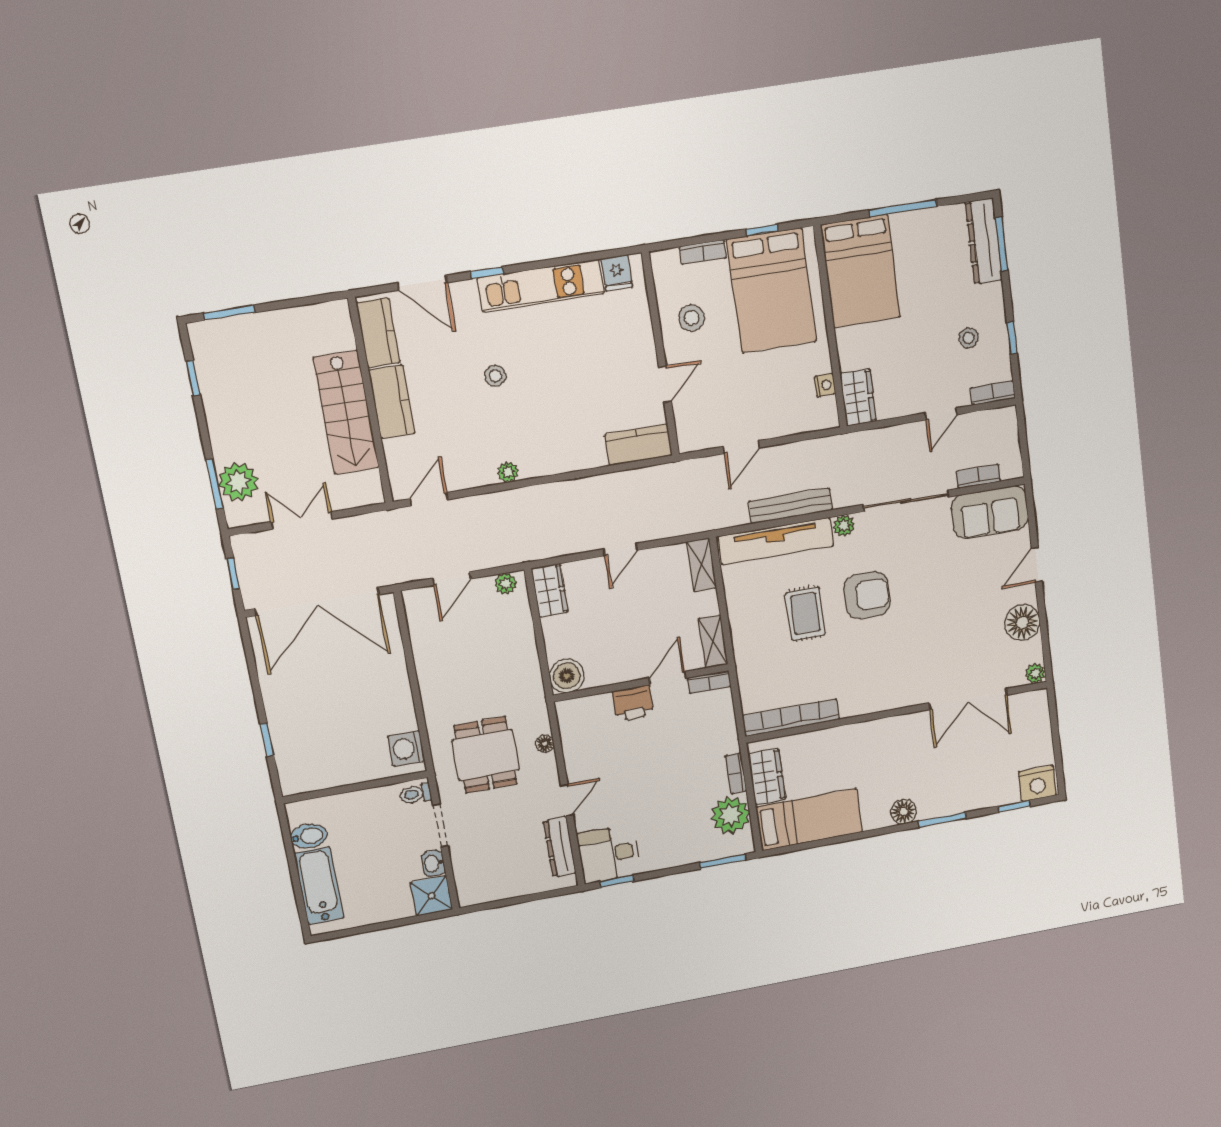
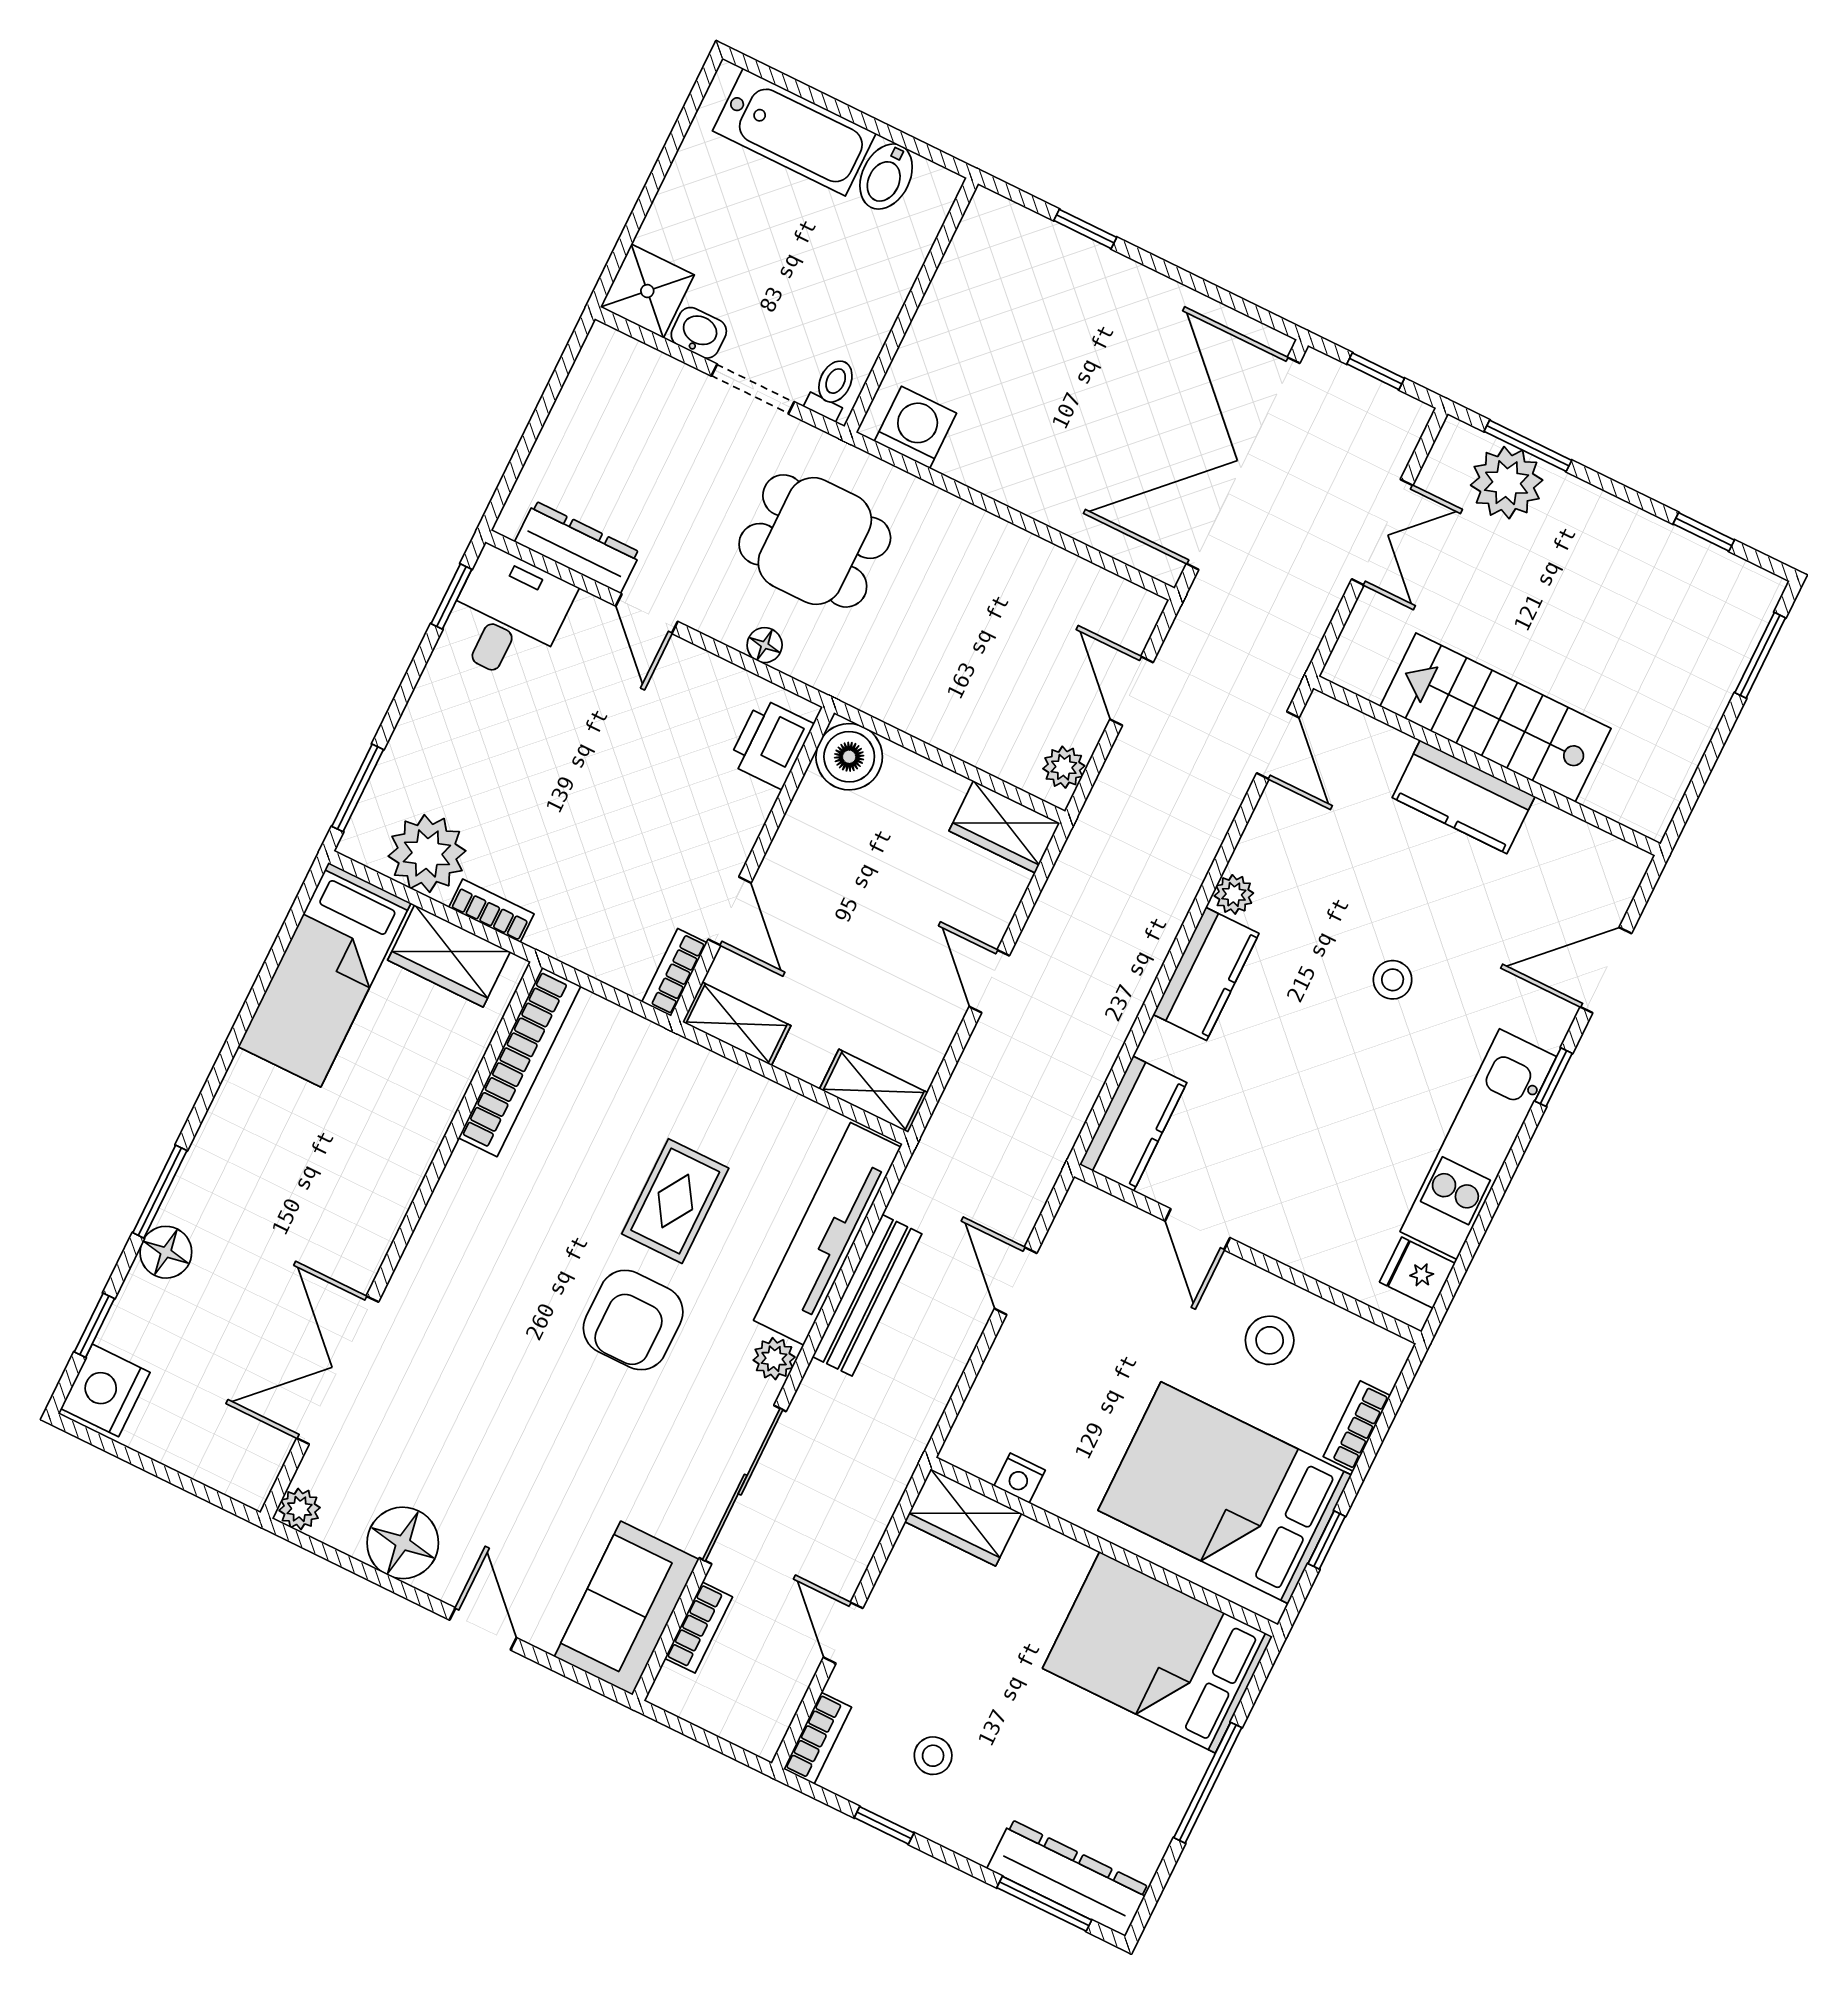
kitchen counter: (378, 333) -> (1206, 974), moved, turned -90
rug: (805, 614) -> (675, 1201), turned 90
printer: (633, 703) -> (771, 744), moved
floor lamp: (904, 812) -> (166, 1252), moved

